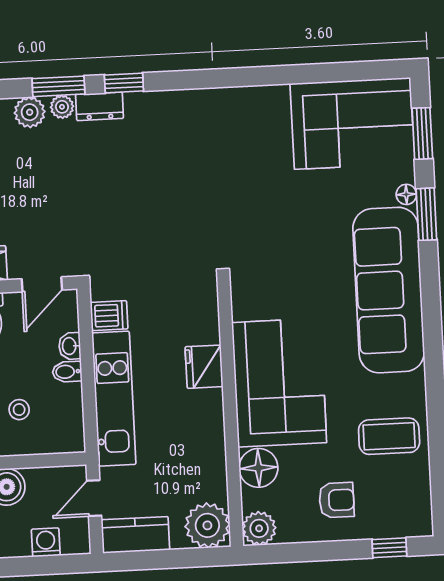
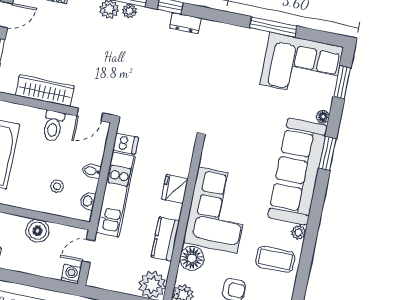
window: (293, 74) -> (273, 27), added
dresser: (100, 106) -> (185, 23), moved
window: (426, 214) -> (328, 153), moved
washbasin: (70, 346) -> (88, 201), moved
plant: (414, 385) -> (298, 233), added
kitchen counter: (135, 535) -> (165, 239), moved, turned -90
washing machine: (46, 542) -> (71, 274), moved

